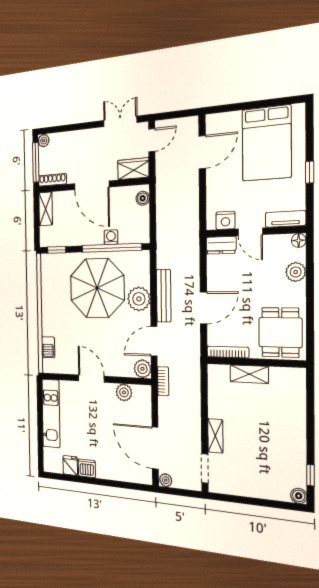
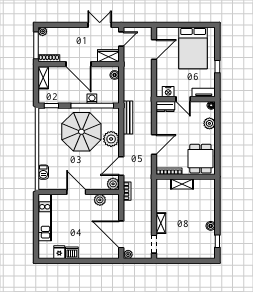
bench: (164, 296) -> (128, 118), moved
boiler: (299, 496) -> (211, 226), moved

